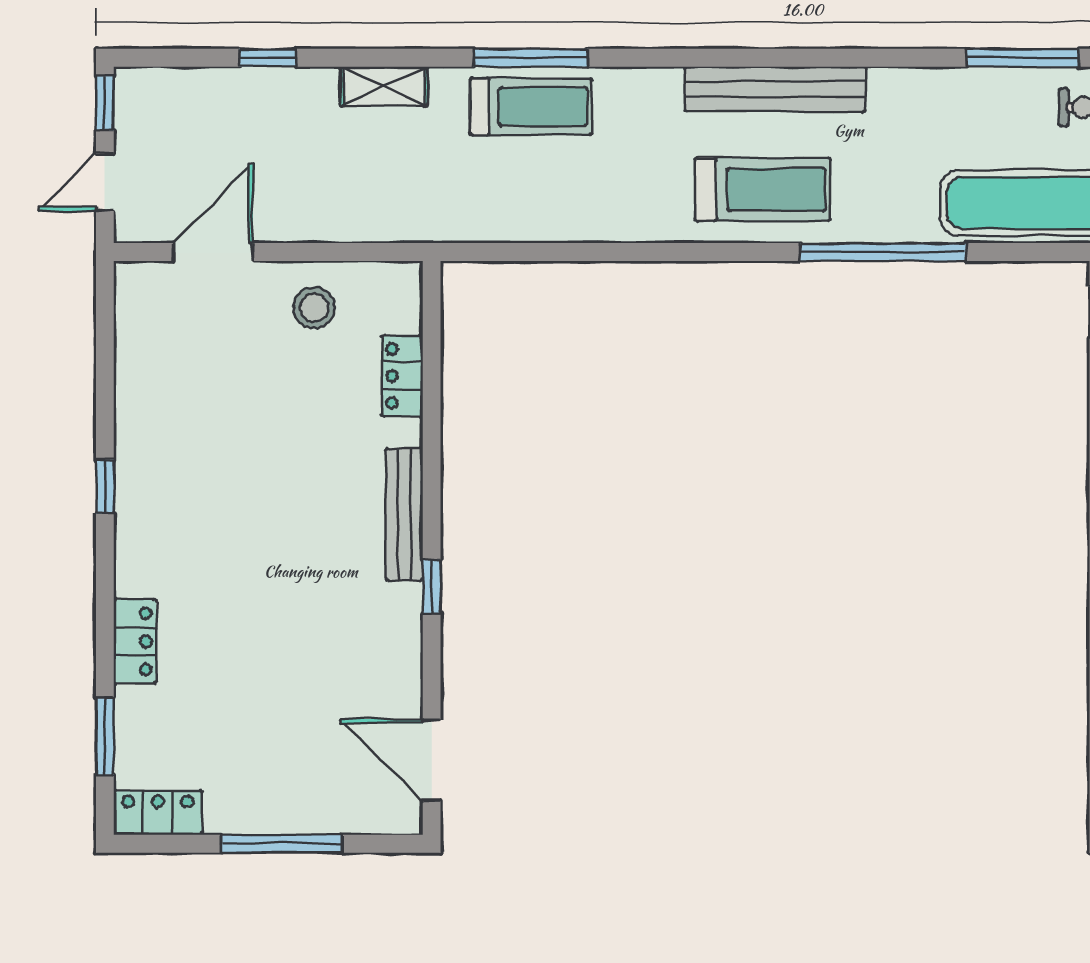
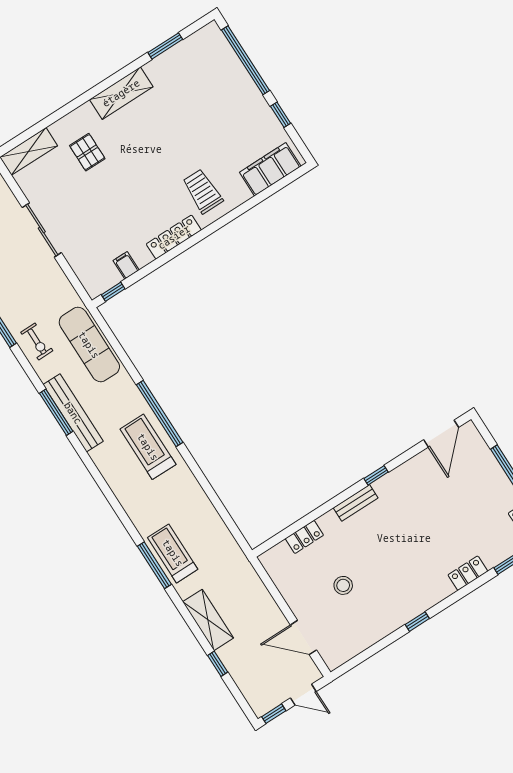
window: (1023, 58) -> (56, 412), moved
shelving: (384, 86) -> (208, 620), width x1.50, depth x1.33
bench: (775, 89) -> (73, 413), moved
window: (883, 252) -> (160, 414), moved
stool: (314, 308) -> (343, 585), moved
bench: (404, 514) -> (356, 503), width x0.73

